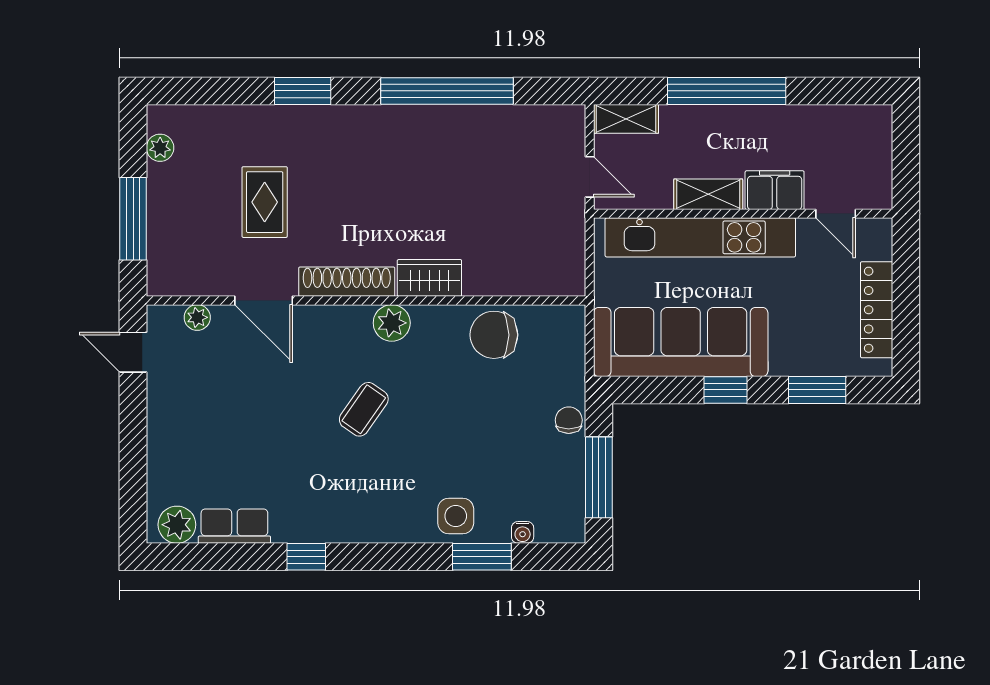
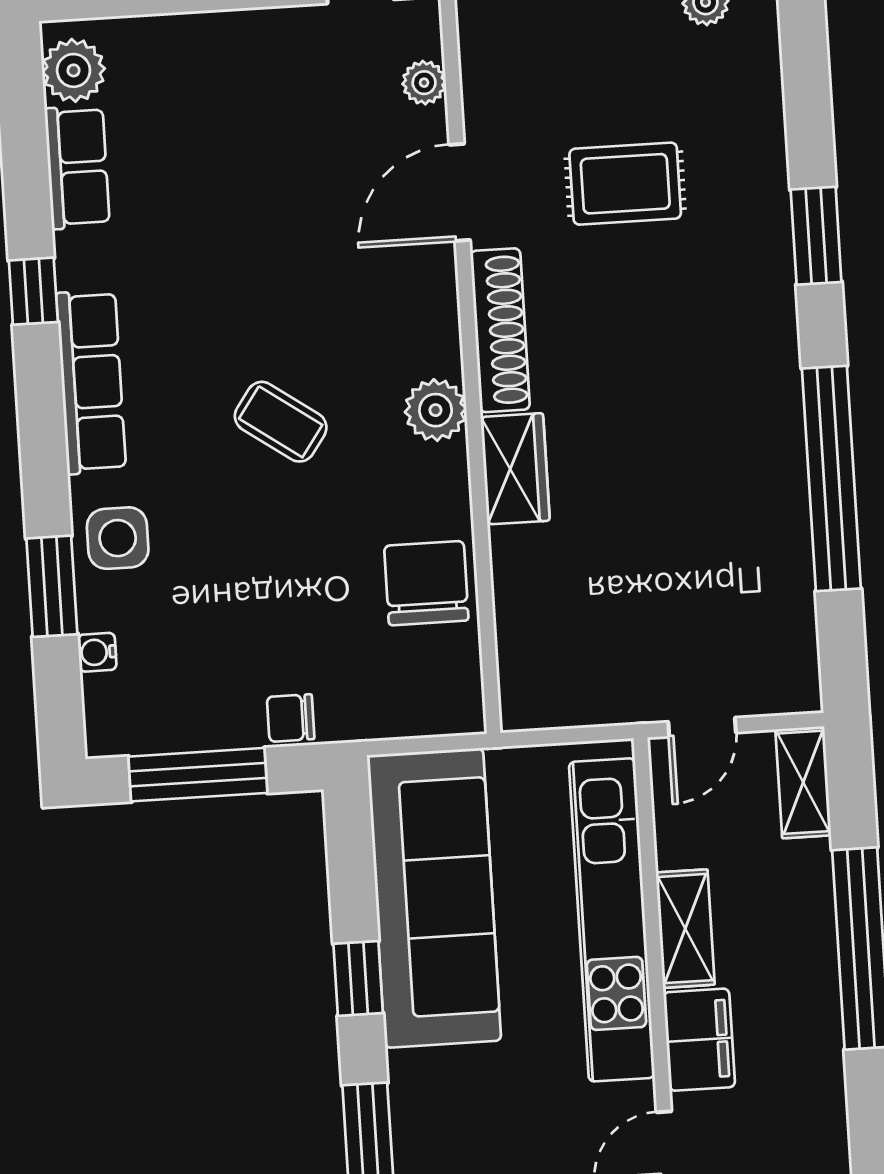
coffee table: (364, 409) -> (281, 422), moved
chair: (569, 420) -> (291, 718), turned 180
row of seats: (362, 526) -> (91, 382), added

